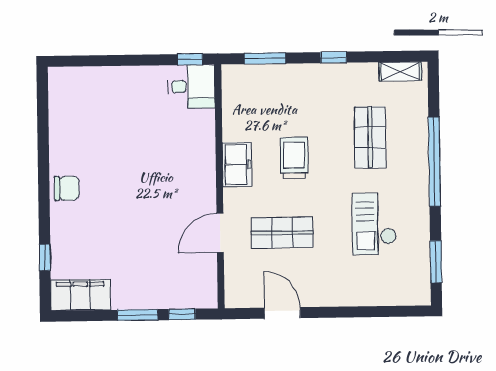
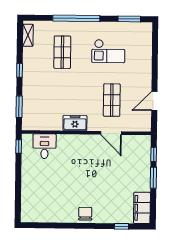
desk: (192, 86) -> (45, 146), moved
shop shelf: (370, 137) -> (62, 52), turned 90
trolley: (294, 158) -> (72, 93), removed

